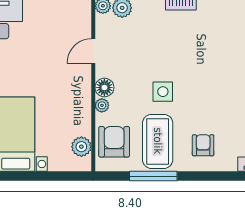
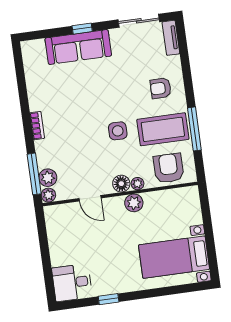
armchair: (114, 142) -> (169, 168), turned 90
plant: (81, 147) -> (134, 203), moved

